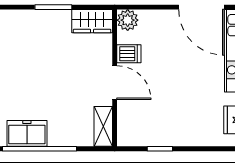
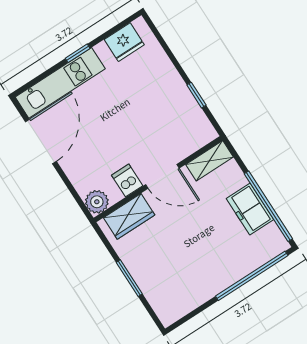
wardrobe: (92, 21) -> (129, 216), moved, turned 90
door: (115, 83) -> (162, 176), swing flipped
freezer: (27, 133) -> (250, 209), moved

